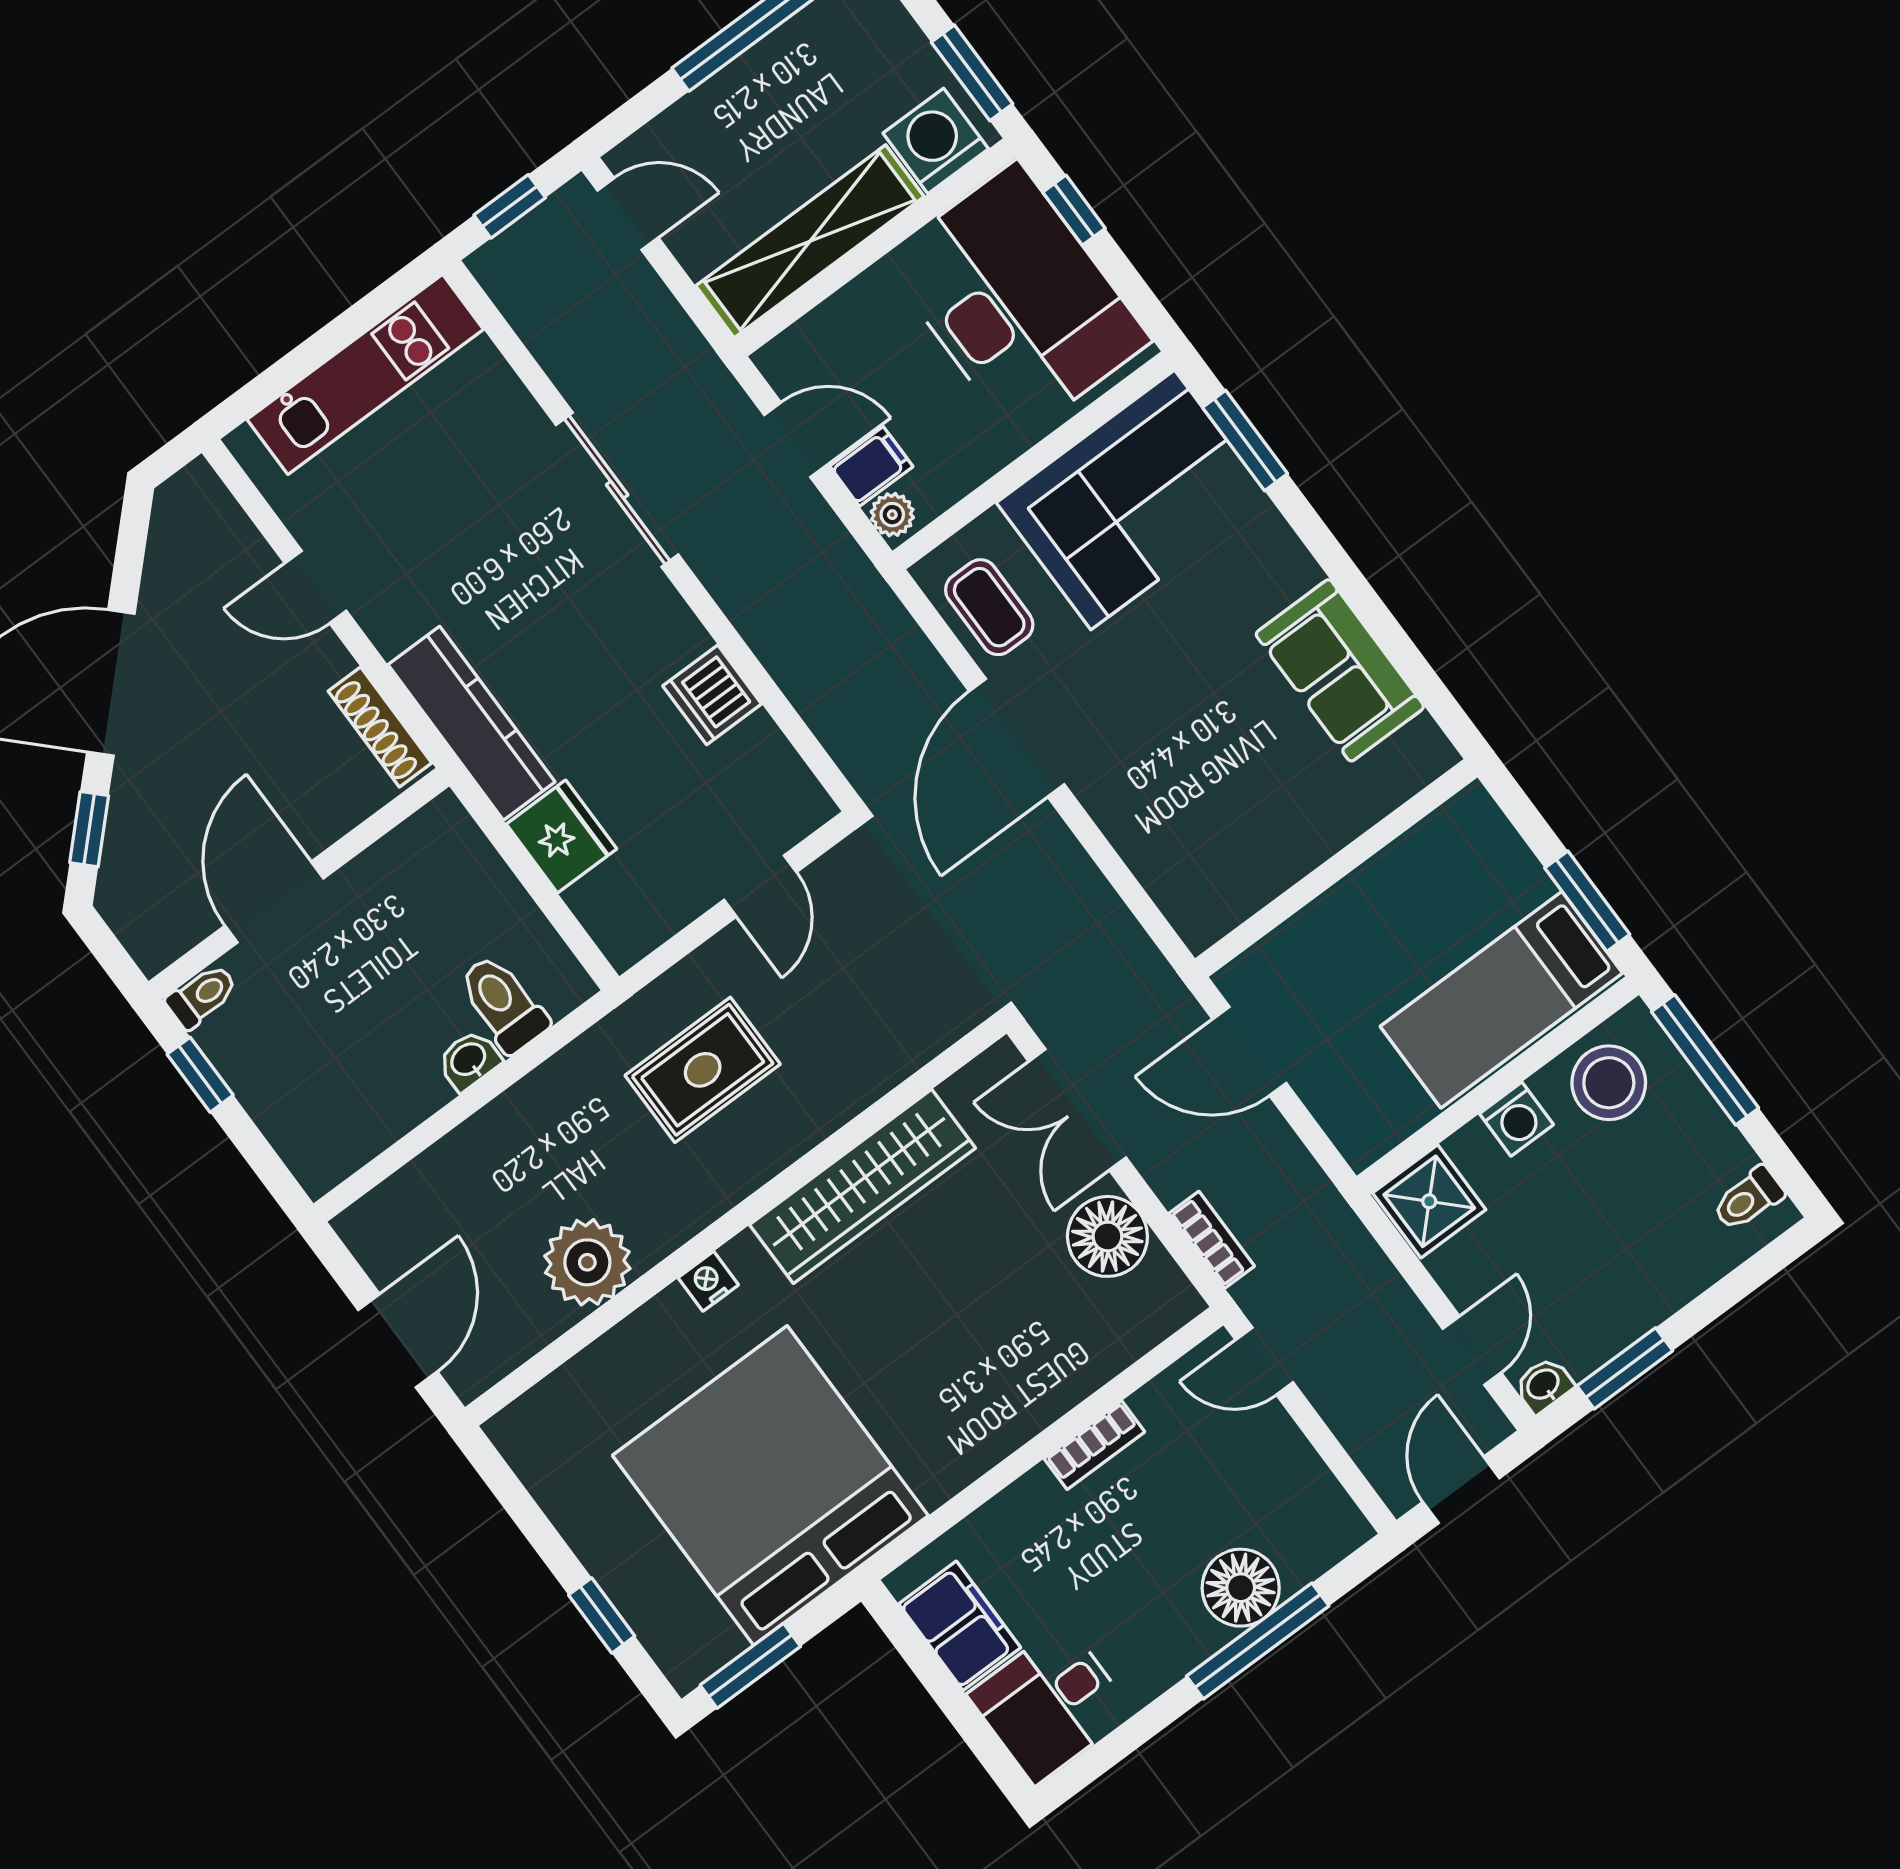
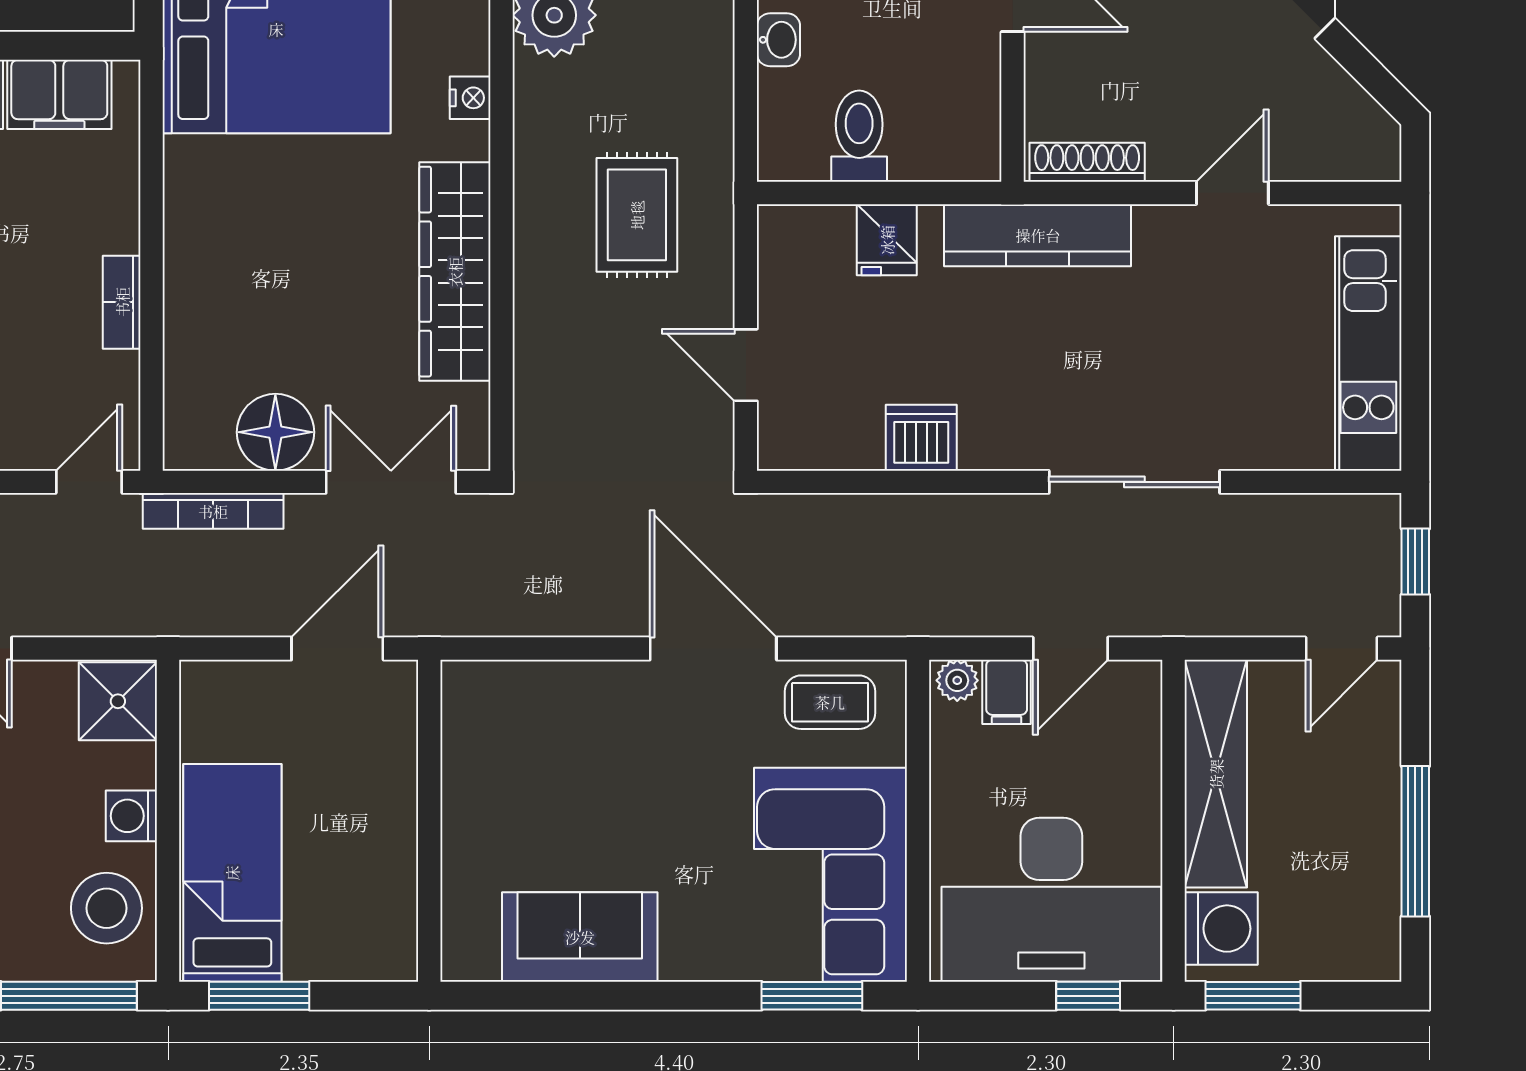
fridge: (561, 836) -> (887, 240), width x0.72
toilet: (503, 1004) -> (859, 136), moved, turned -90
bookcase: (1212, 1240) -> (213, 511), width x1.56

